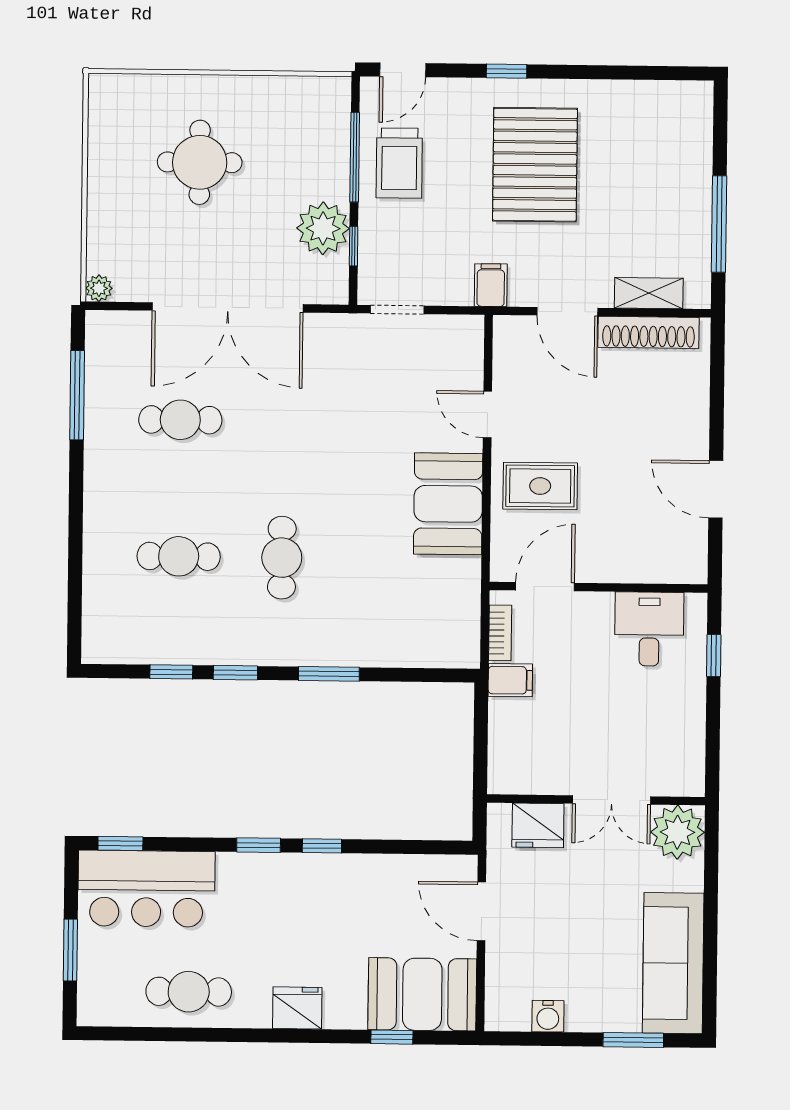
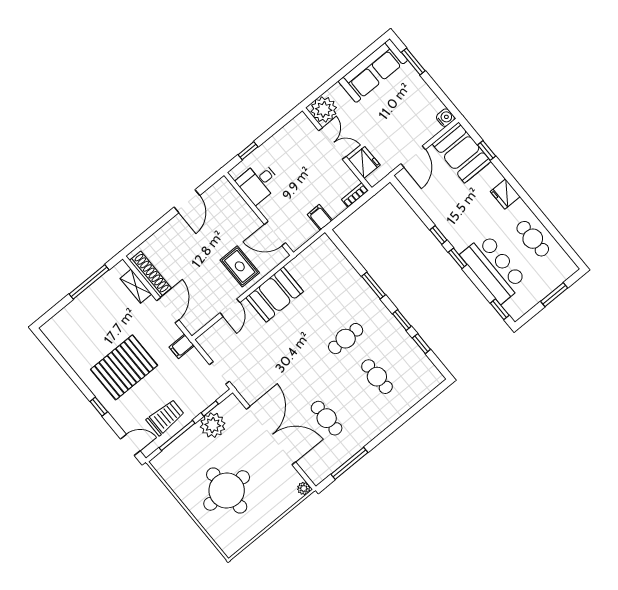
round table: (200, 162) -> (227, 490), width x1.36, depth x1.36
bookcase: (500, 633) -> (355, 195), moved
bar counter: (146, 889) -> (494, 268), moved
water cooler: (548, 1016) -> (445, 118), moved

